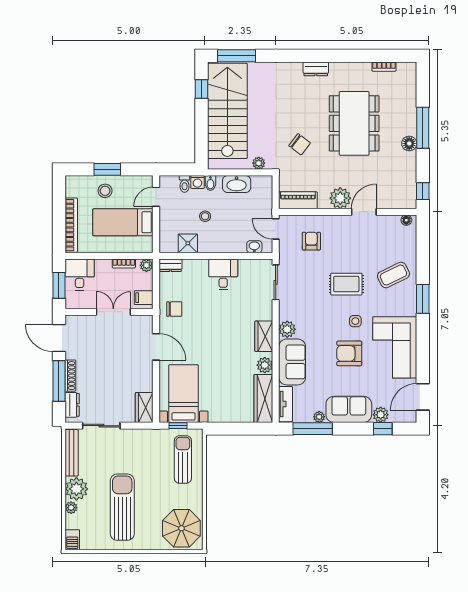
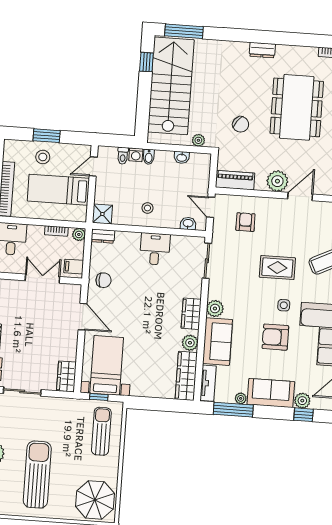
washbasin: (237, 184) -> (182, 157), width x0.52, depth x0.69
stool: (205, 216) -> (147, 208), moved
shower: (188, 243) -> (102, 214), moved

